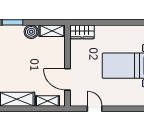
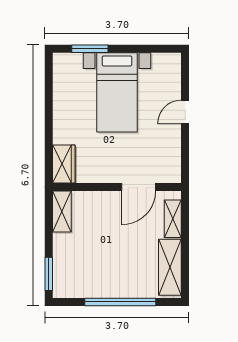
boiler: (31, 32) -> (64, 244), removed
door: (95, 109) -> (185, 112), moved

